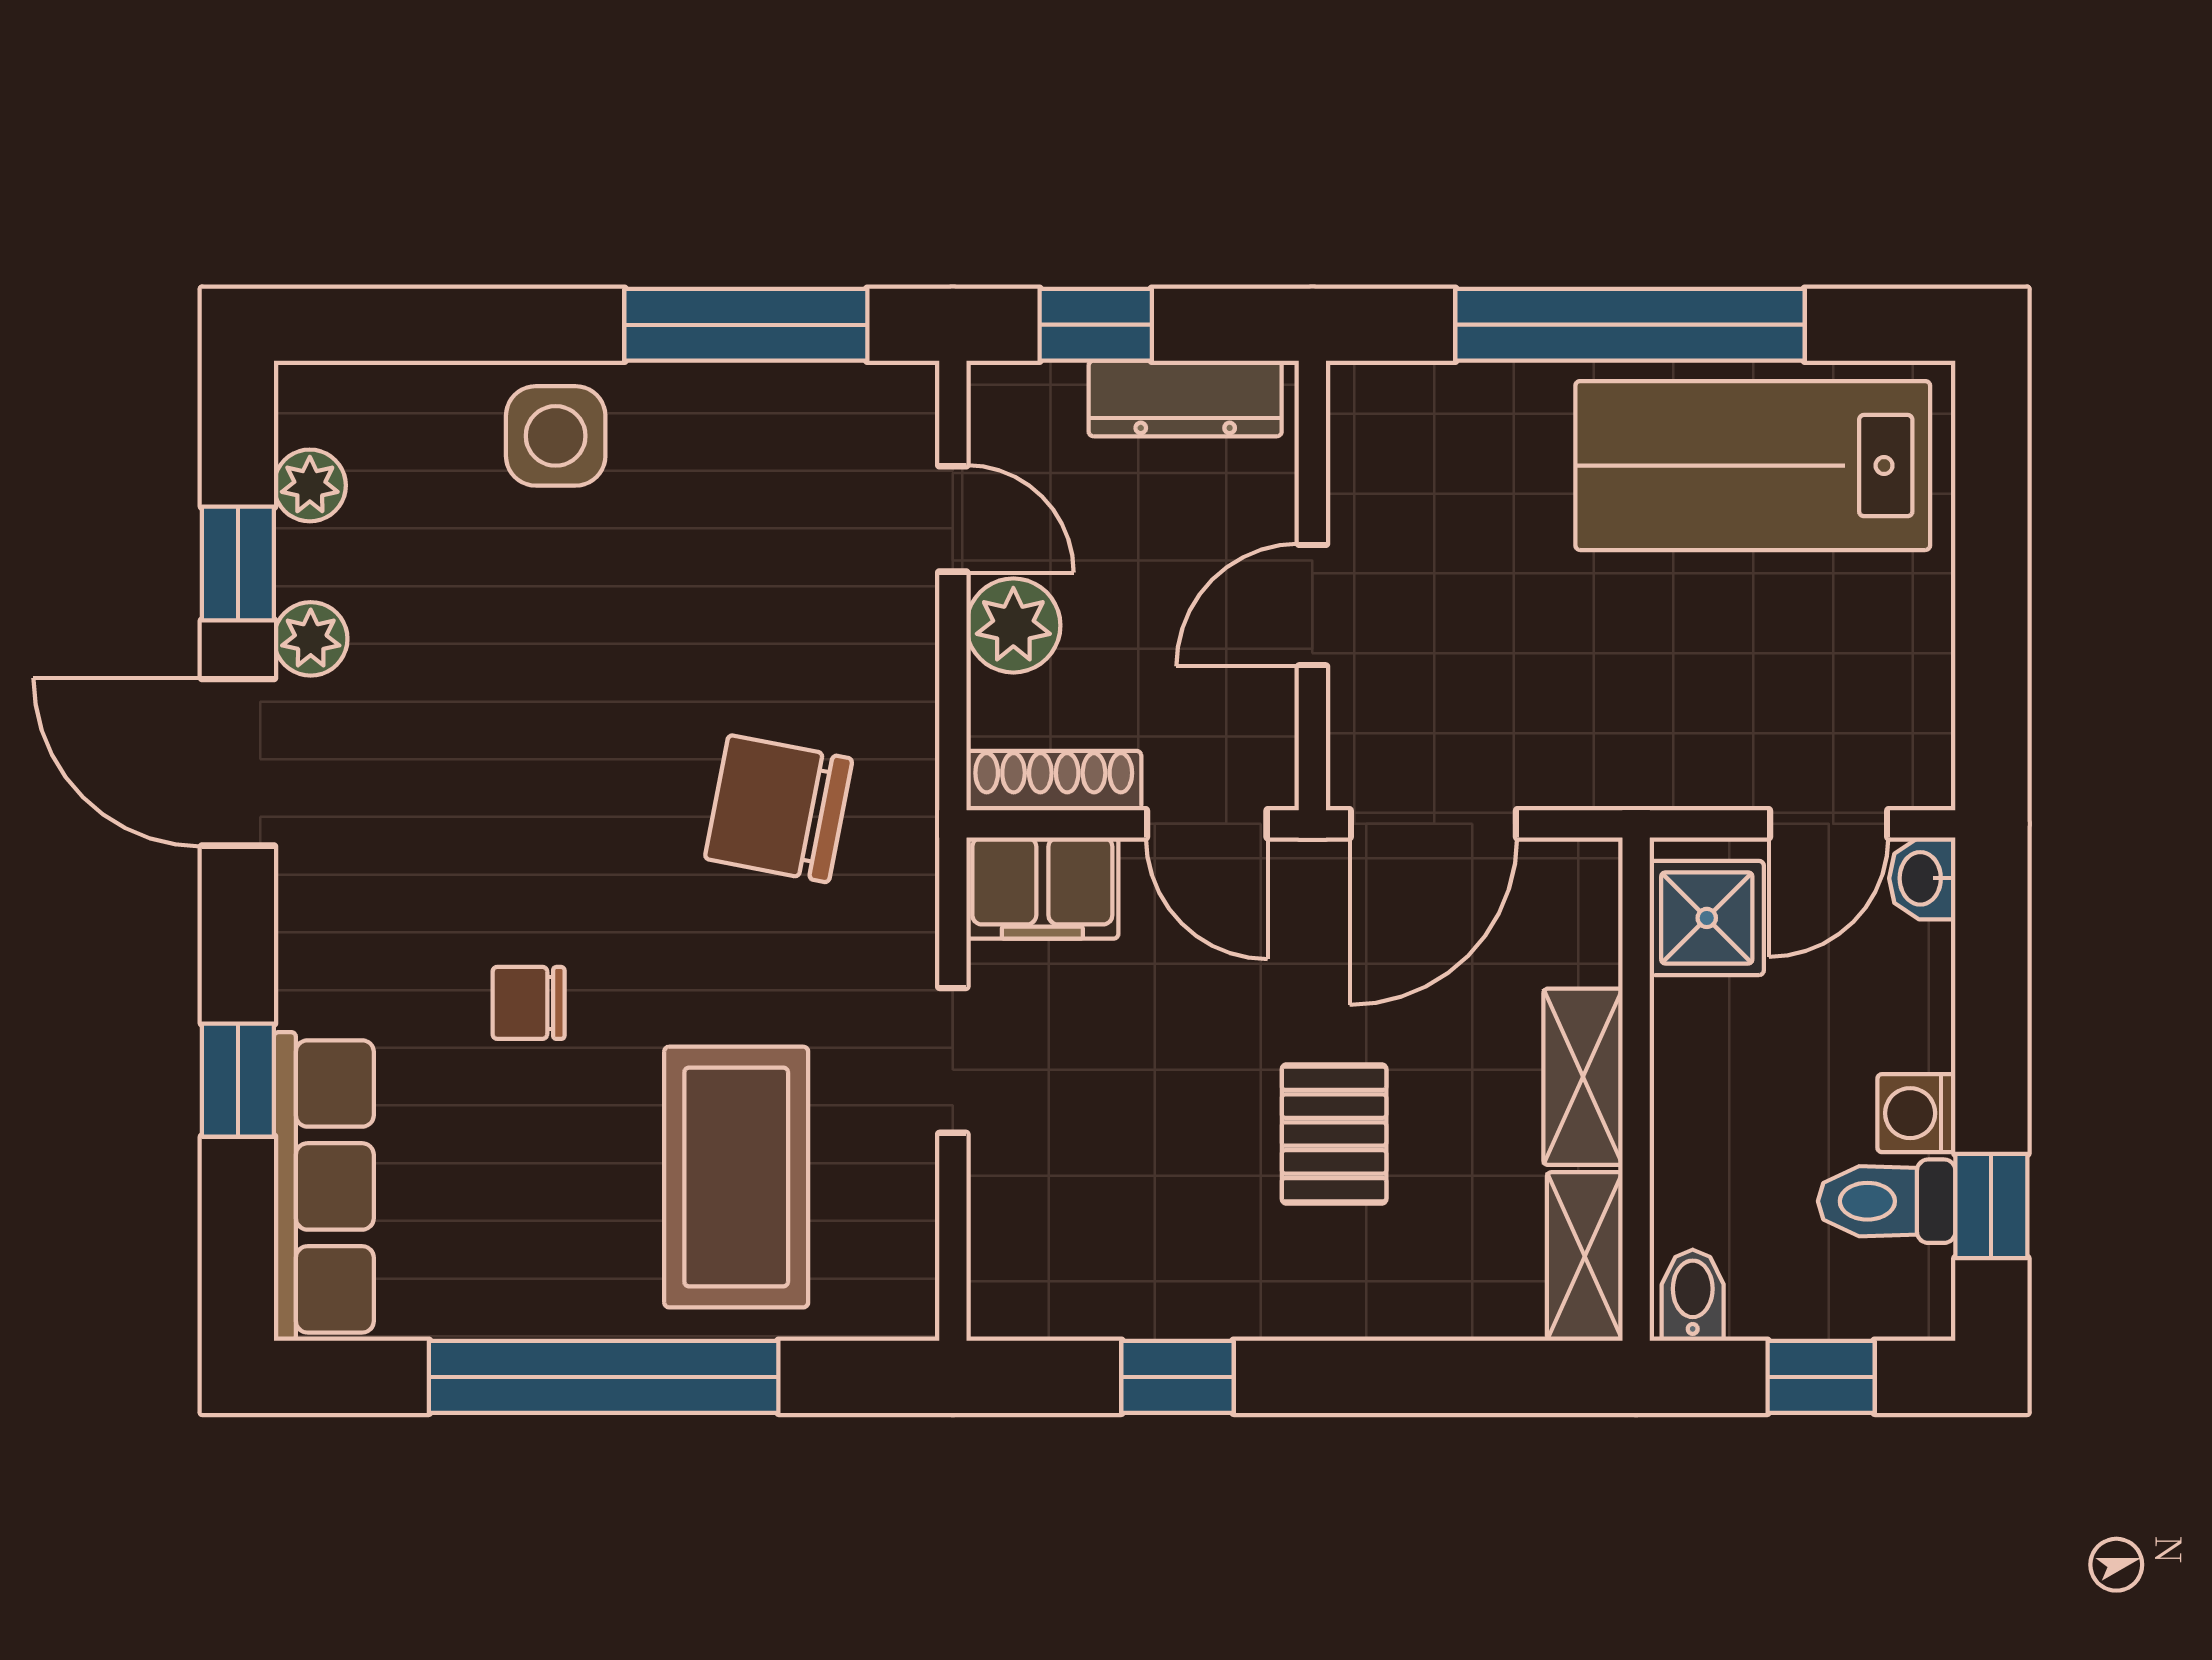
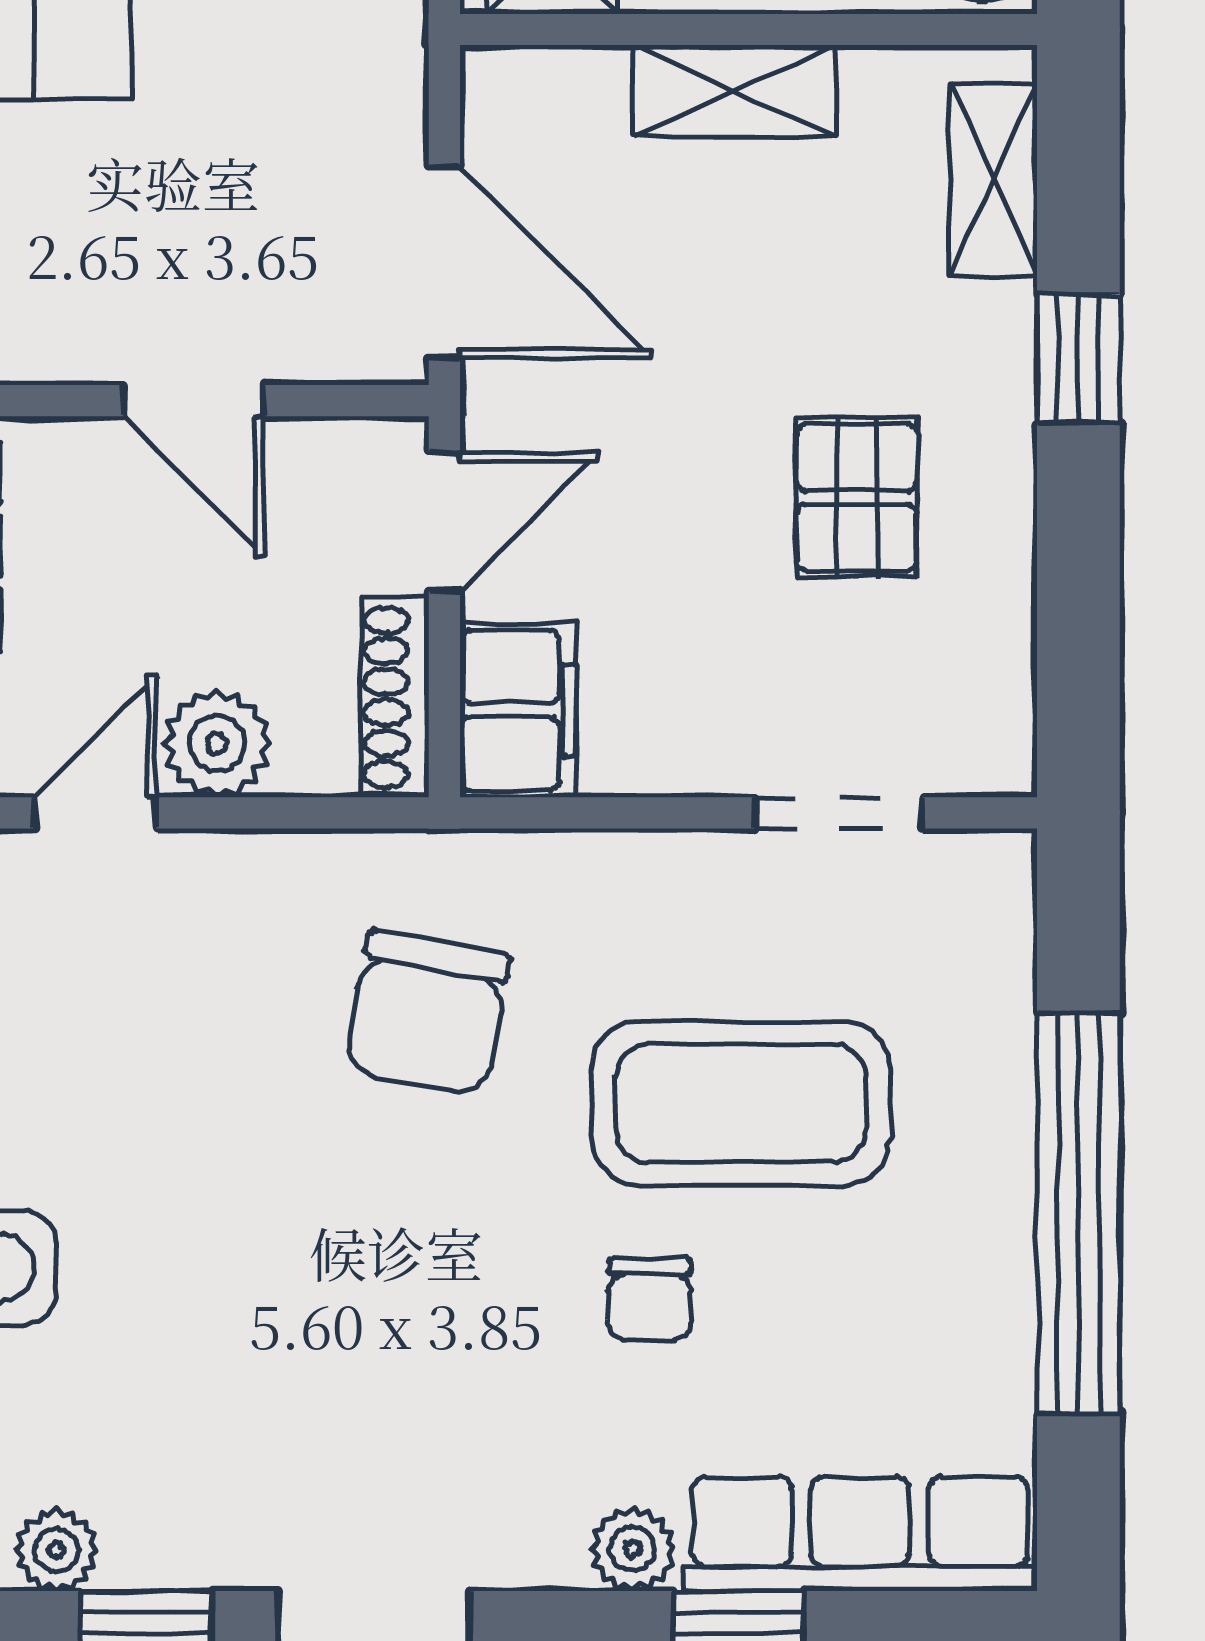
plant: (311, 639) -> (633, 1549), moved
doorway: (953, 1060) -> (838, 813), moved
pallet: (1334, 1134) -> (857, 498), moved, turned 90
coffee table: (736, 1177) -> (741, 1103), moved
shelving: (1585, 1256) -> (994, 179), moved, turned 90
window: (1177, 1377) -> (1078, 359), moved

